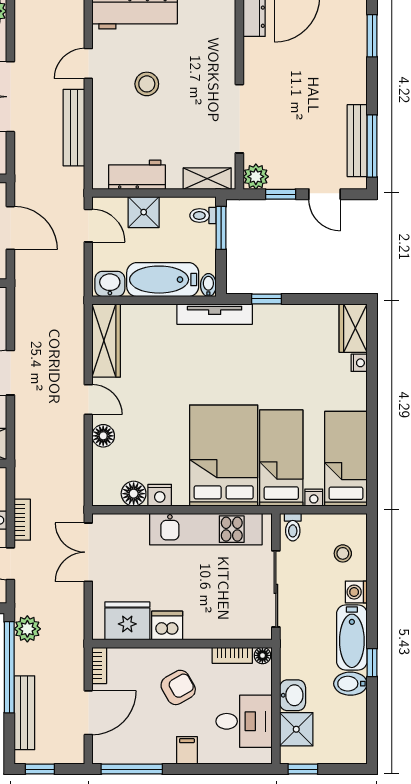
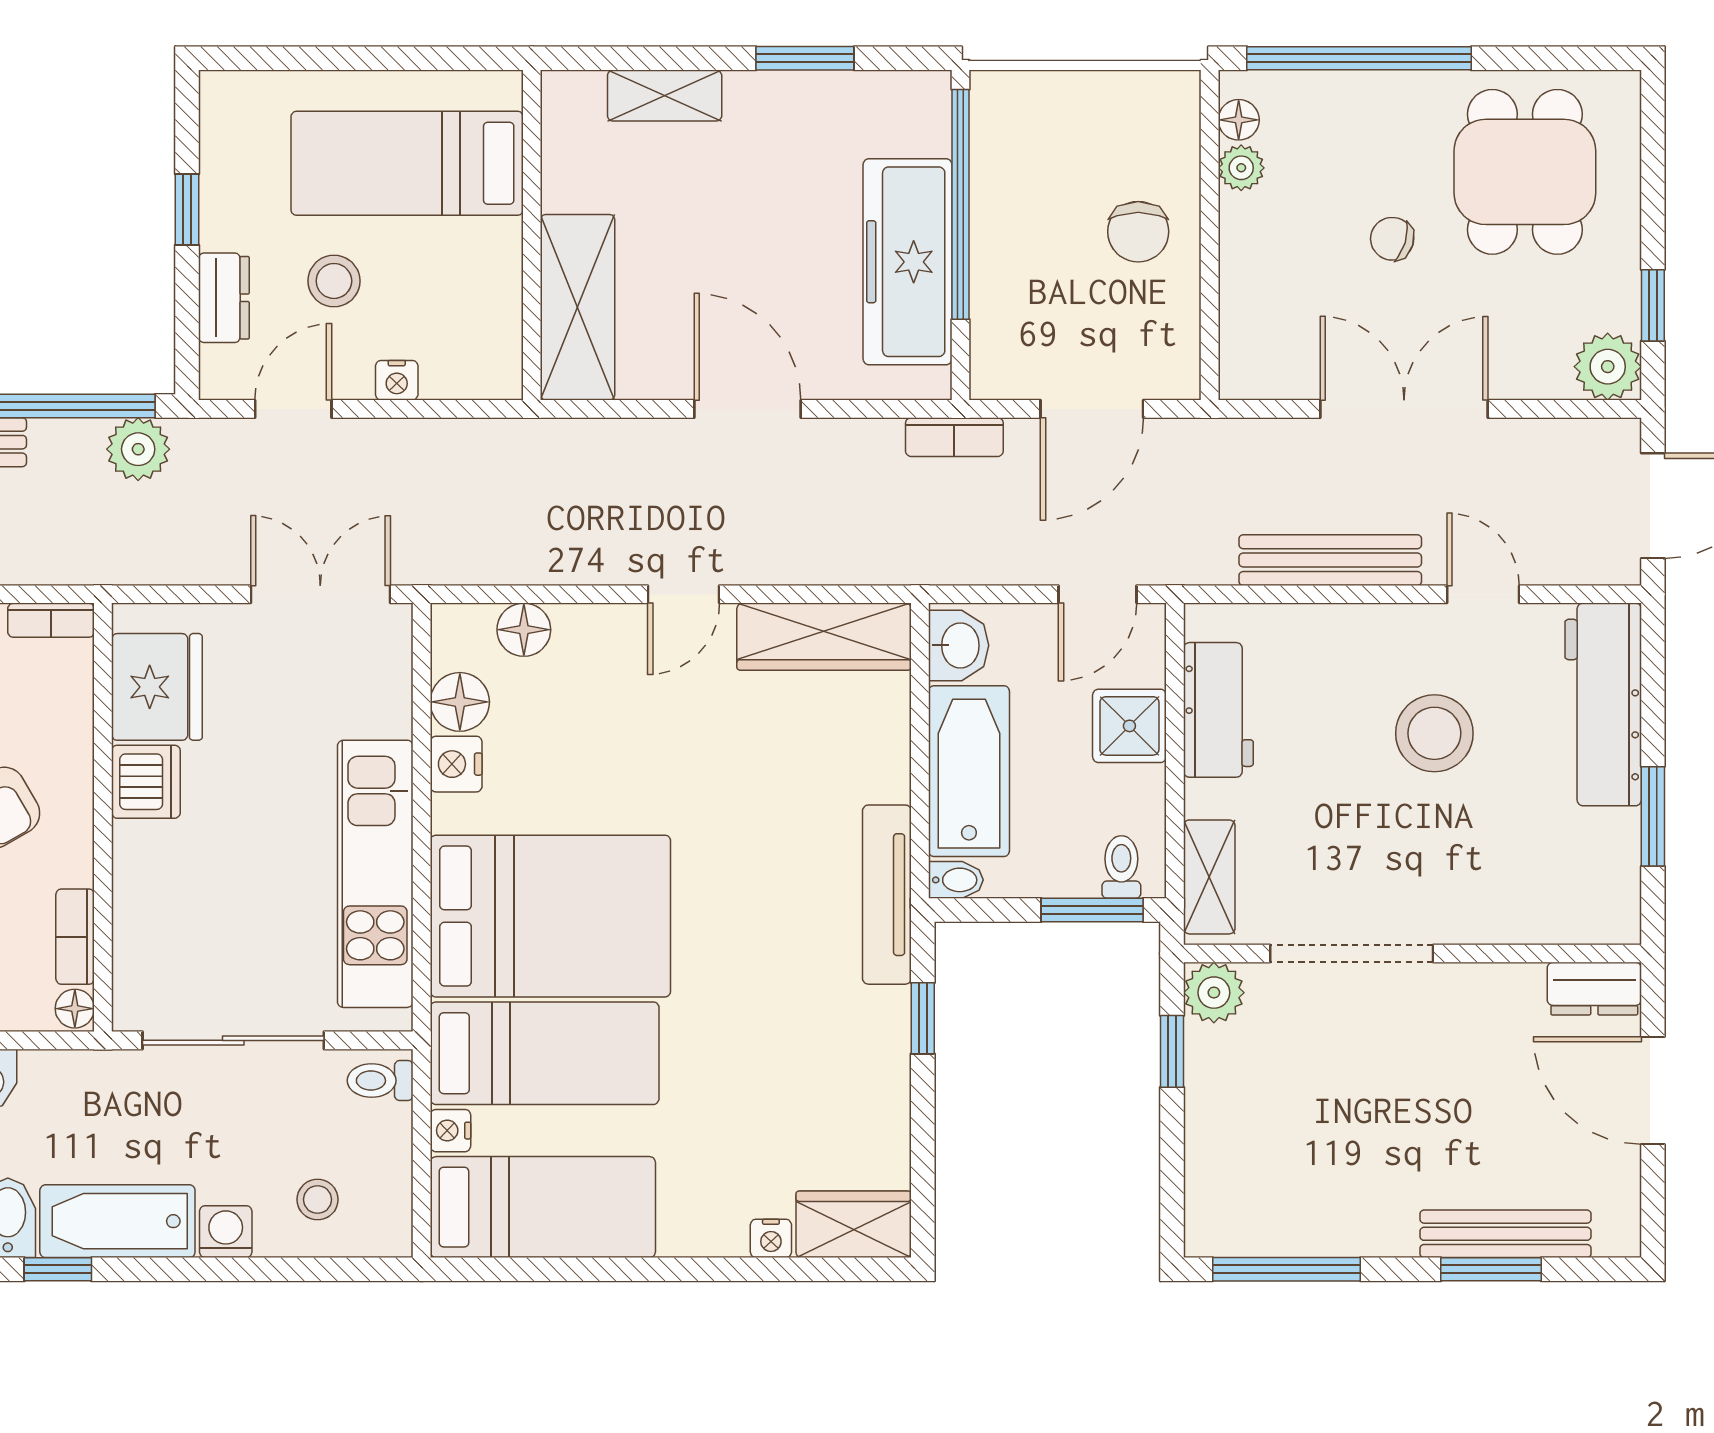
window: (372, 36) -> (1491, 1269), moved
stool: (147, 84) -> (1434, 733), width x1.38, depth x1.38
bench: (357, 141) -> (1506, 1234), moved
door: (325, 194) -> (1172, 1156), removed
floor lamp: (103, 436) -> (524, 630), moved
bookcase: (22, 520) -> (954, 437), moved

